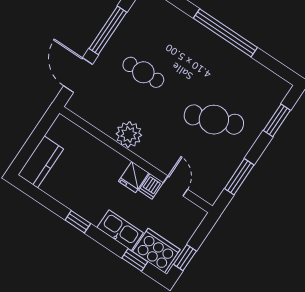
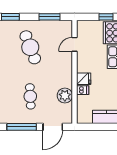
plant: (129, 135) -> (65, 96), moved
fridge: (134, 177) -> (84, 79), moved
dishwasher: (151, 186) -> (83, 90), moved

